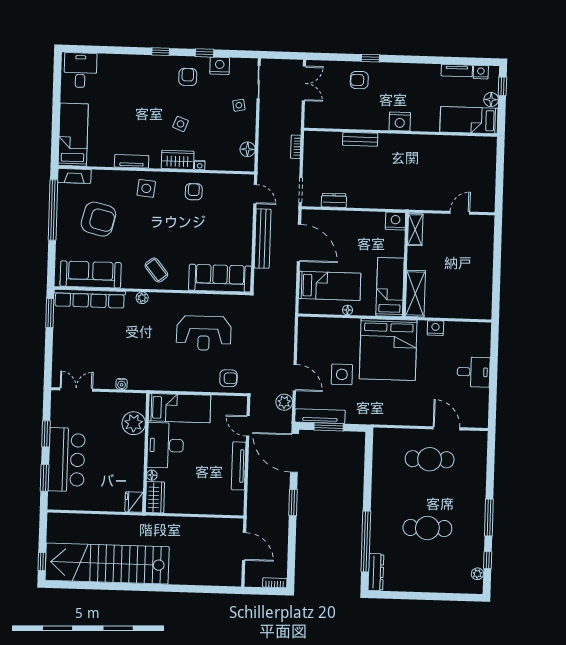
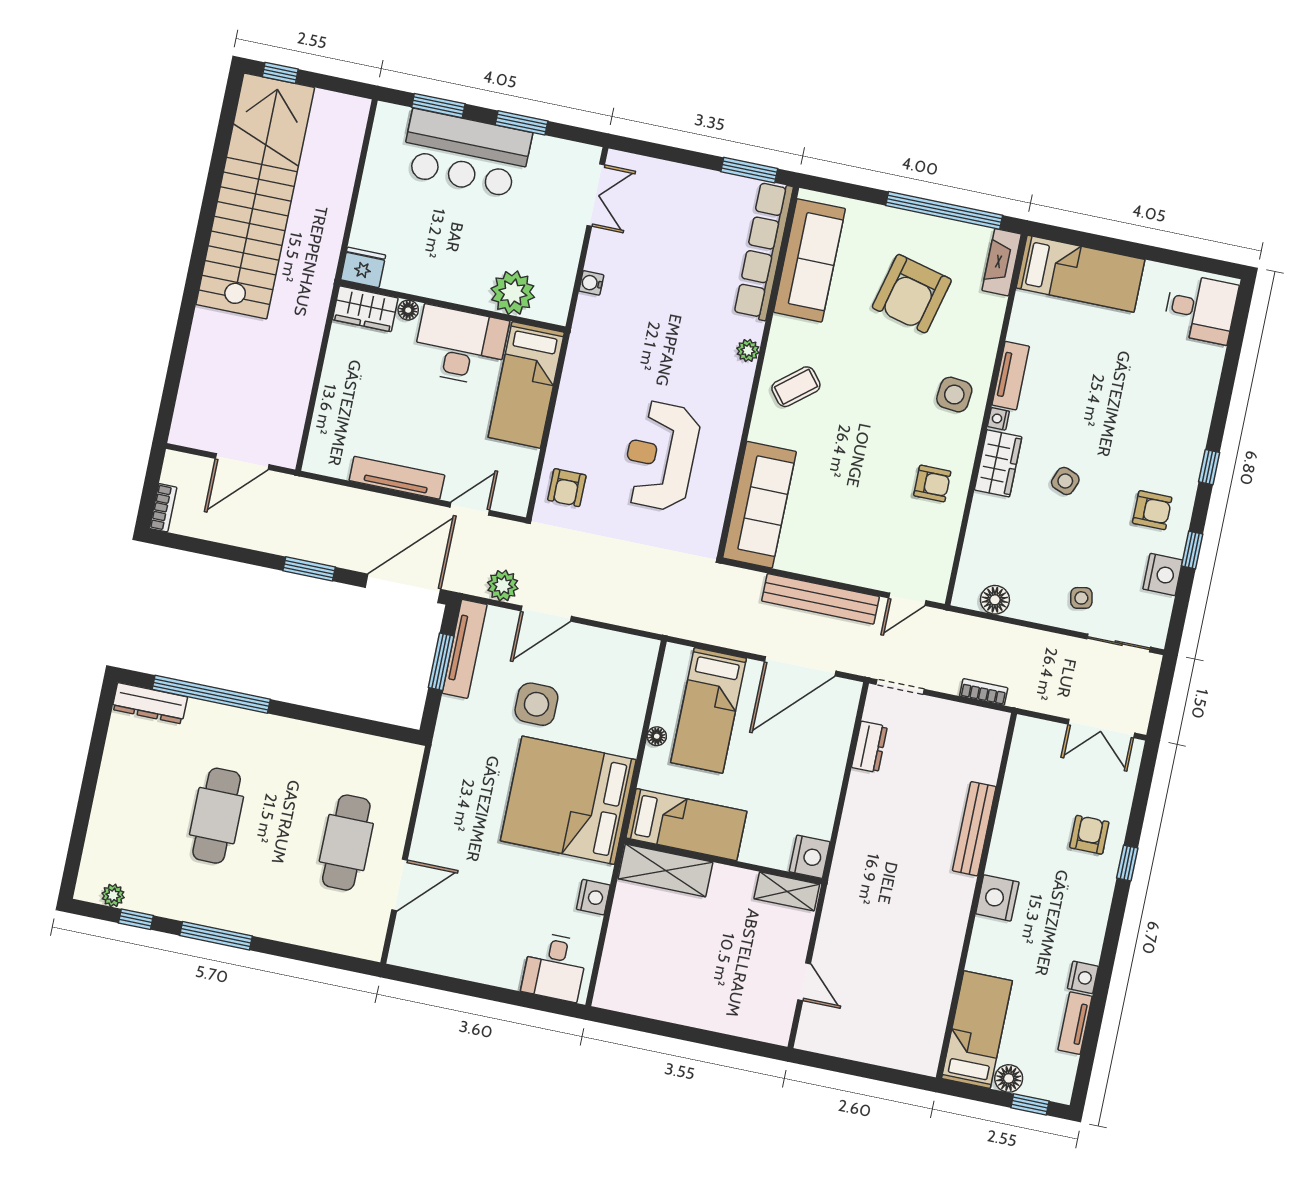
nightstand: (481, 72) -> (1083, 977), moved
bench: (360, 139) -> (974, 829), width x1.36
nightstand: (200, 165) -> (998, 419), moved
desk: (474, 372) -> (555, 967), moved

